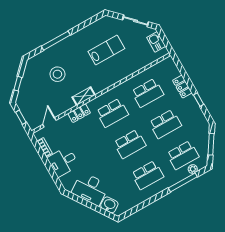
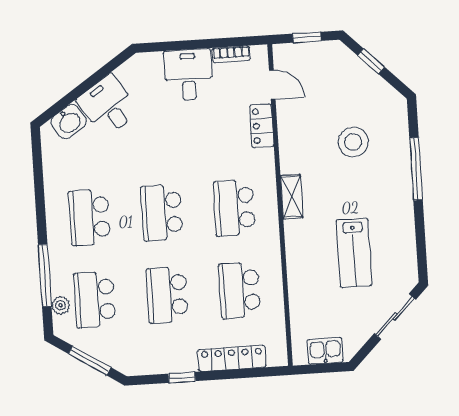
sliding door: (136, 21) -> (395, 316), moved
locker: (182, 87) -> (232, 358), width x1.53
shelving: (84, 96) -> (292, 197), moved
locker: (79, 113) -> (262, 126), moved
desk: (90, 189) -> (108, 106), width x0.73

